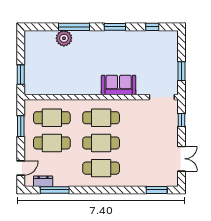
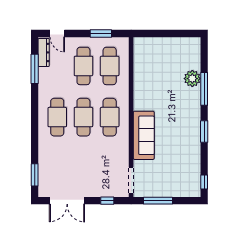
window: (152, 27) -> (204, 182), moved
window: (181, 71) -> (158, 201), width x1.44
window: (21, 75) -> (154, 34), removed
sofa: (119, 85) -> (144, 135), width x1.36
double door: (181, 159) -> (67, 201), width x1.37
dresser: (43, 181) -> (44, 52), width x1.44

